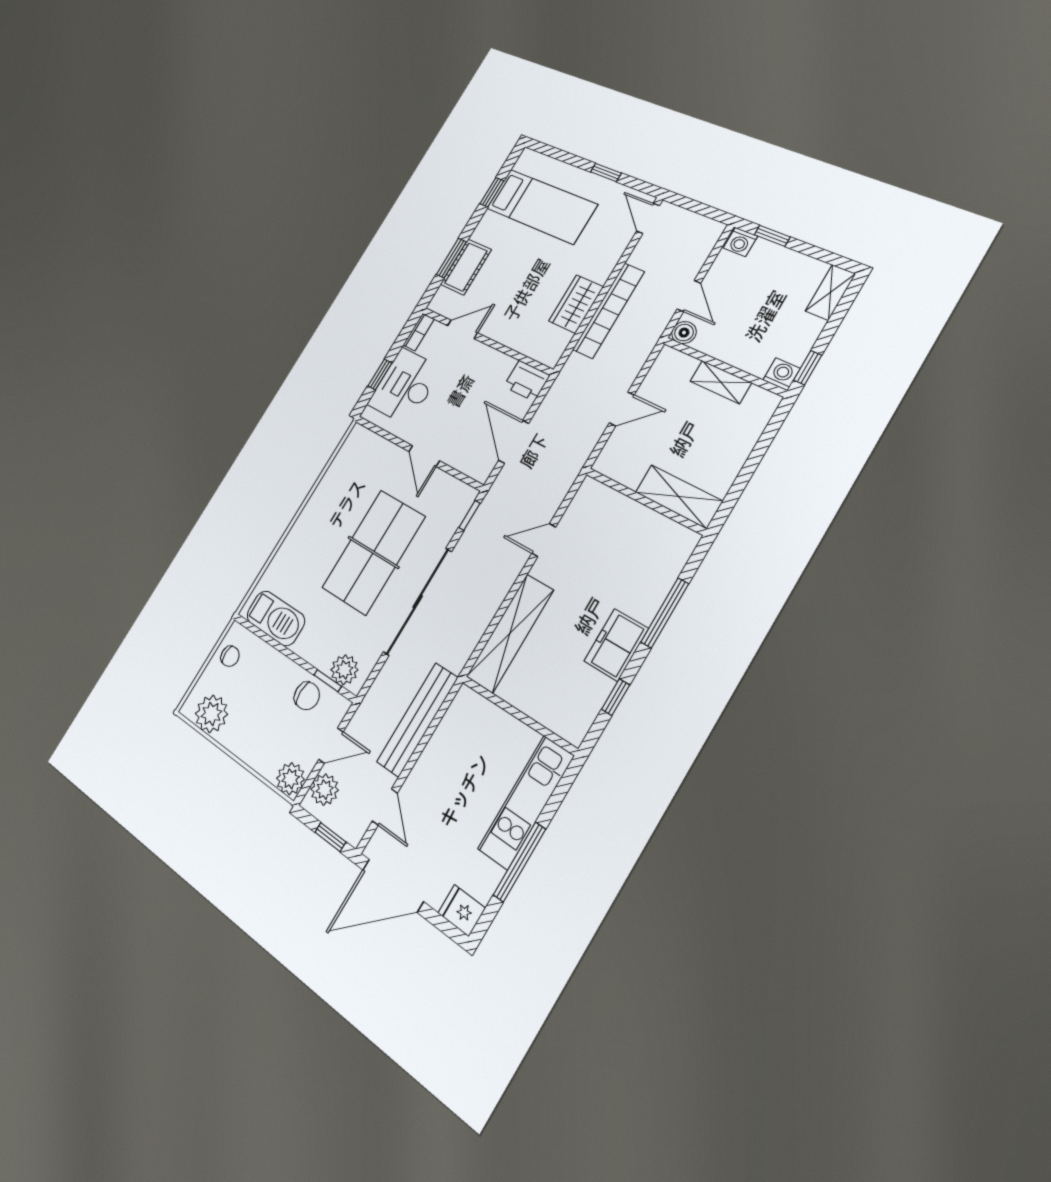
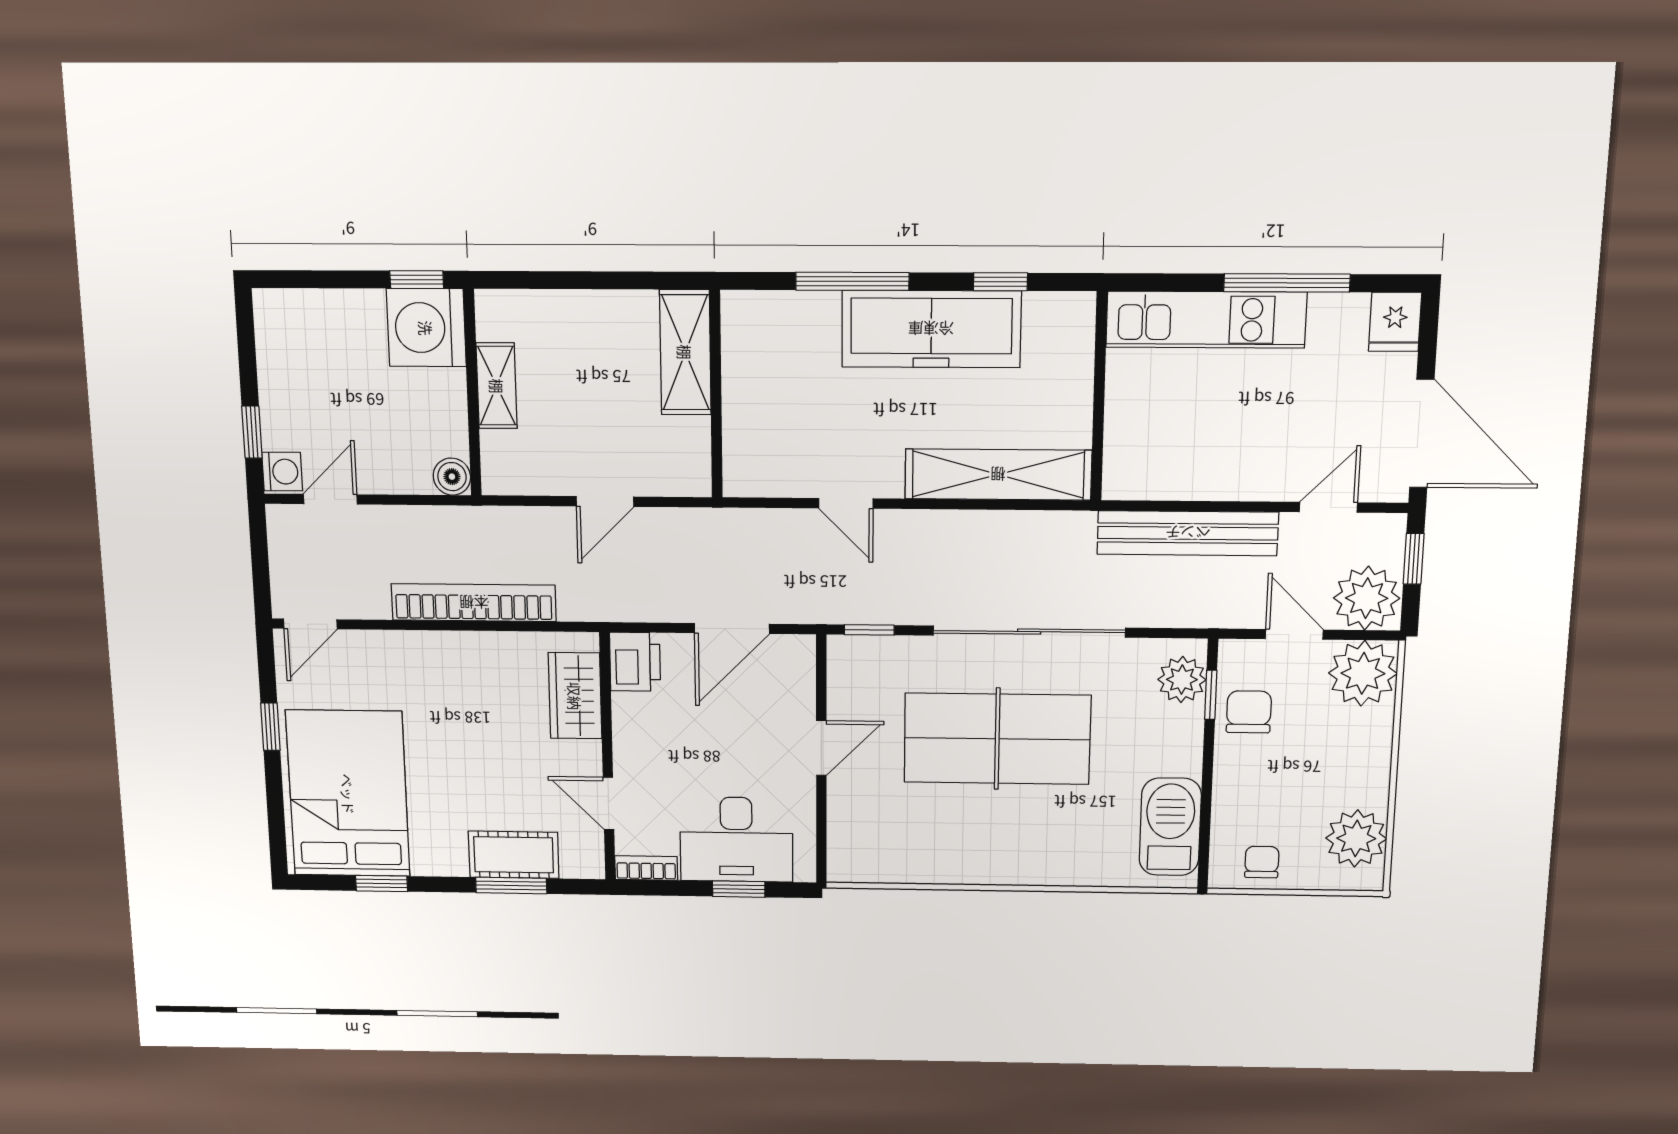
bed: (541, 206) -> (348, 794), width x1.50
shelving: (830, 292) -> (295, 307), removed
door: (689, 296) -> (330, 499), moved
wardrobe: (576, 304) -> (575, 696), moved, turned 90
washing machine: (782, 374) -> (426, 328), width x1.89, depth x1.89
door: (622, 409) -> (605, 501), swing flipped
freezer: (616, 645) -> (931, 329), width x1.91, depth x1.26
plant: (290, 779) -> (1363, 673), width x1.36, depth x1.36
plant: (325, 790) -> (1367, 598), width x1.36, depth x1.36

